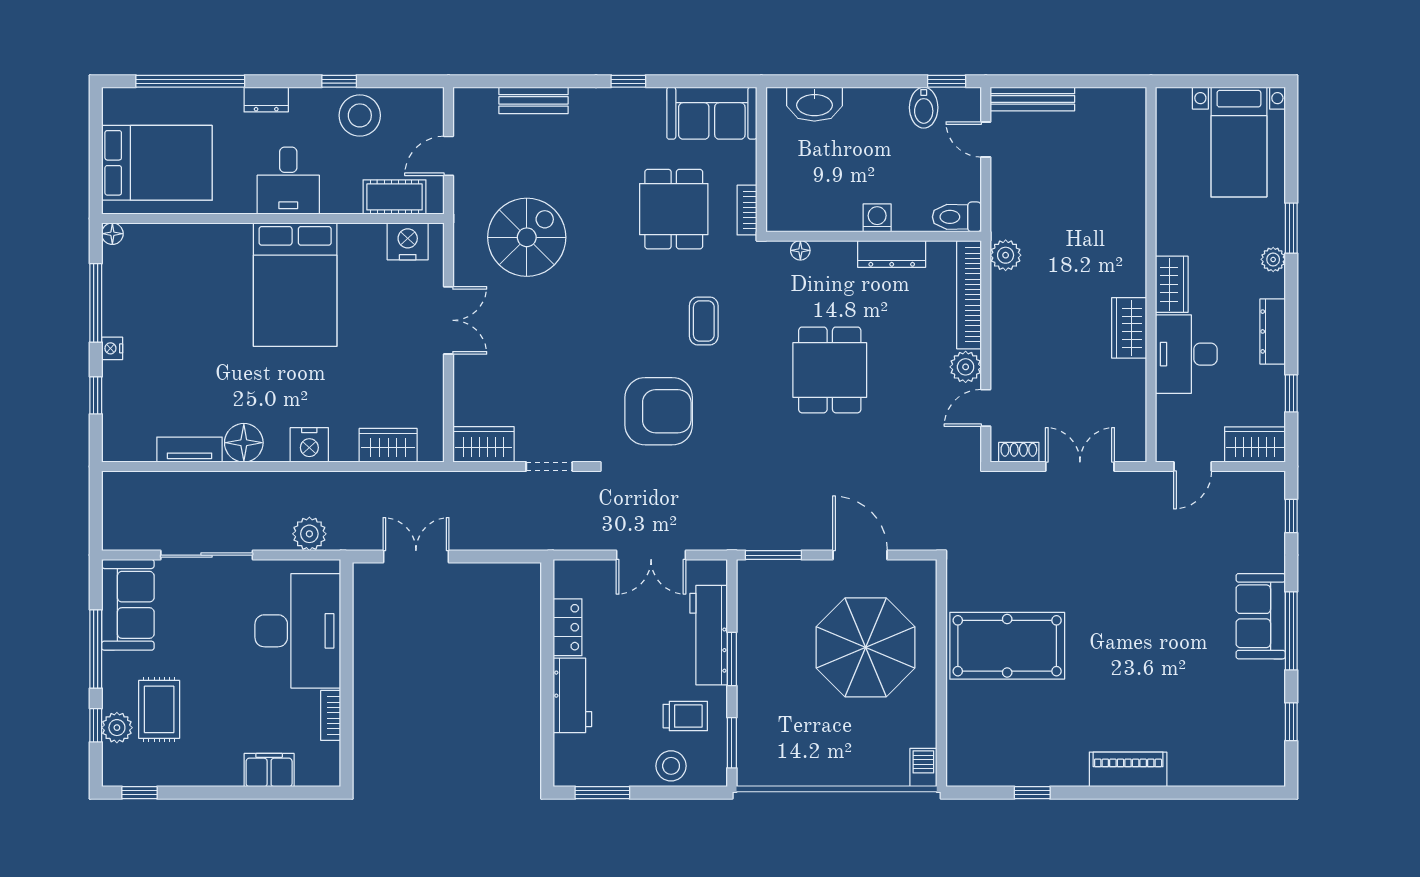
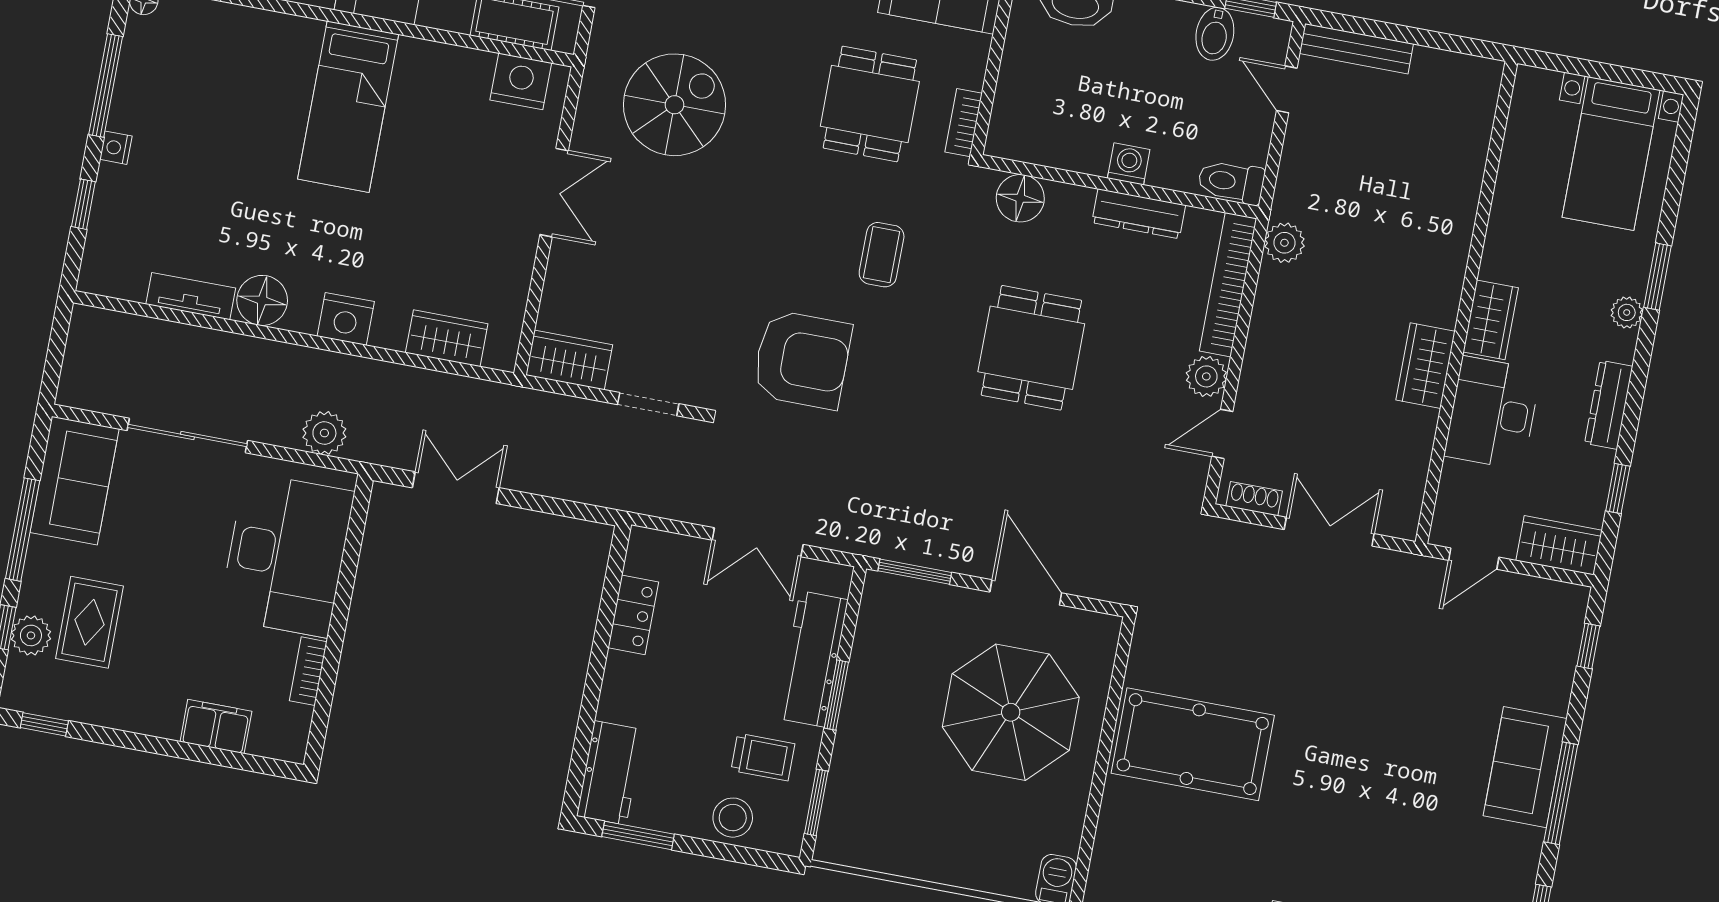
floor lamp: (800, 250) -> (1020, 198), width x1.89, depth x1.89
bed: (295, 285) -> (348, 107), width x0.67
workbench: (572, 695) -> (610, 773), moved

